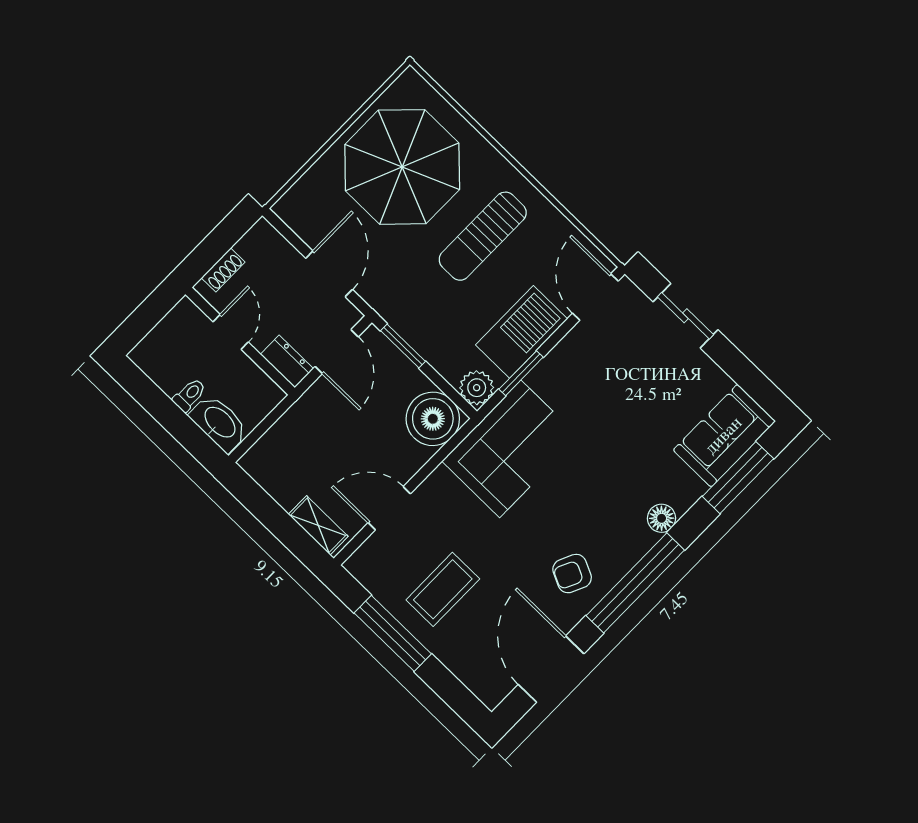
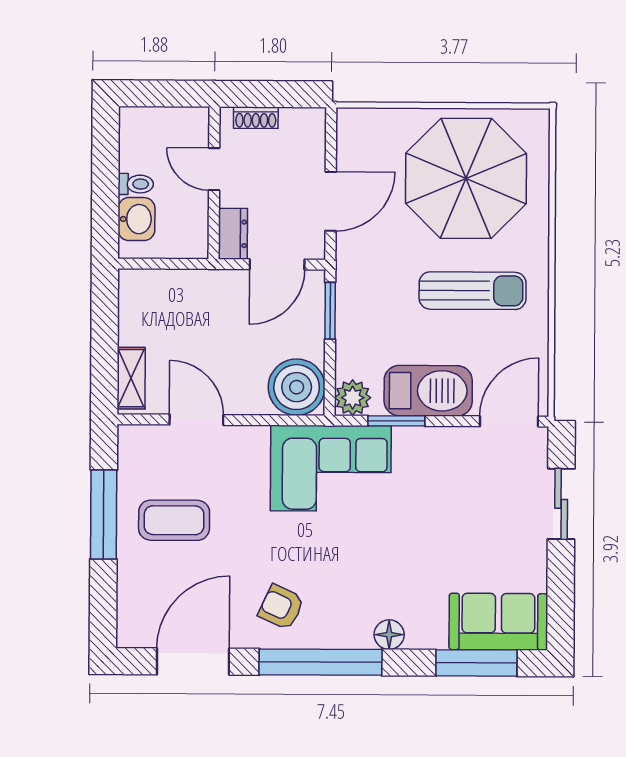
sun lounger: (483, 236) -> (473, 291), turned 180
door: (231, 332) -> (214, 169), swing flipped
washbasin: (219, 423) -> (136, 219), width x0.72

